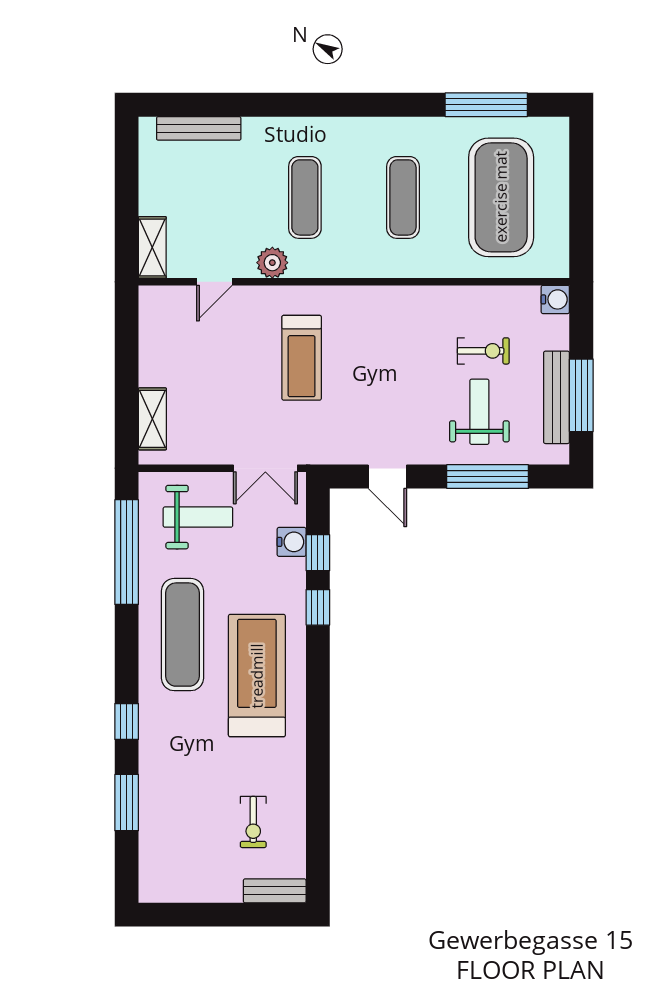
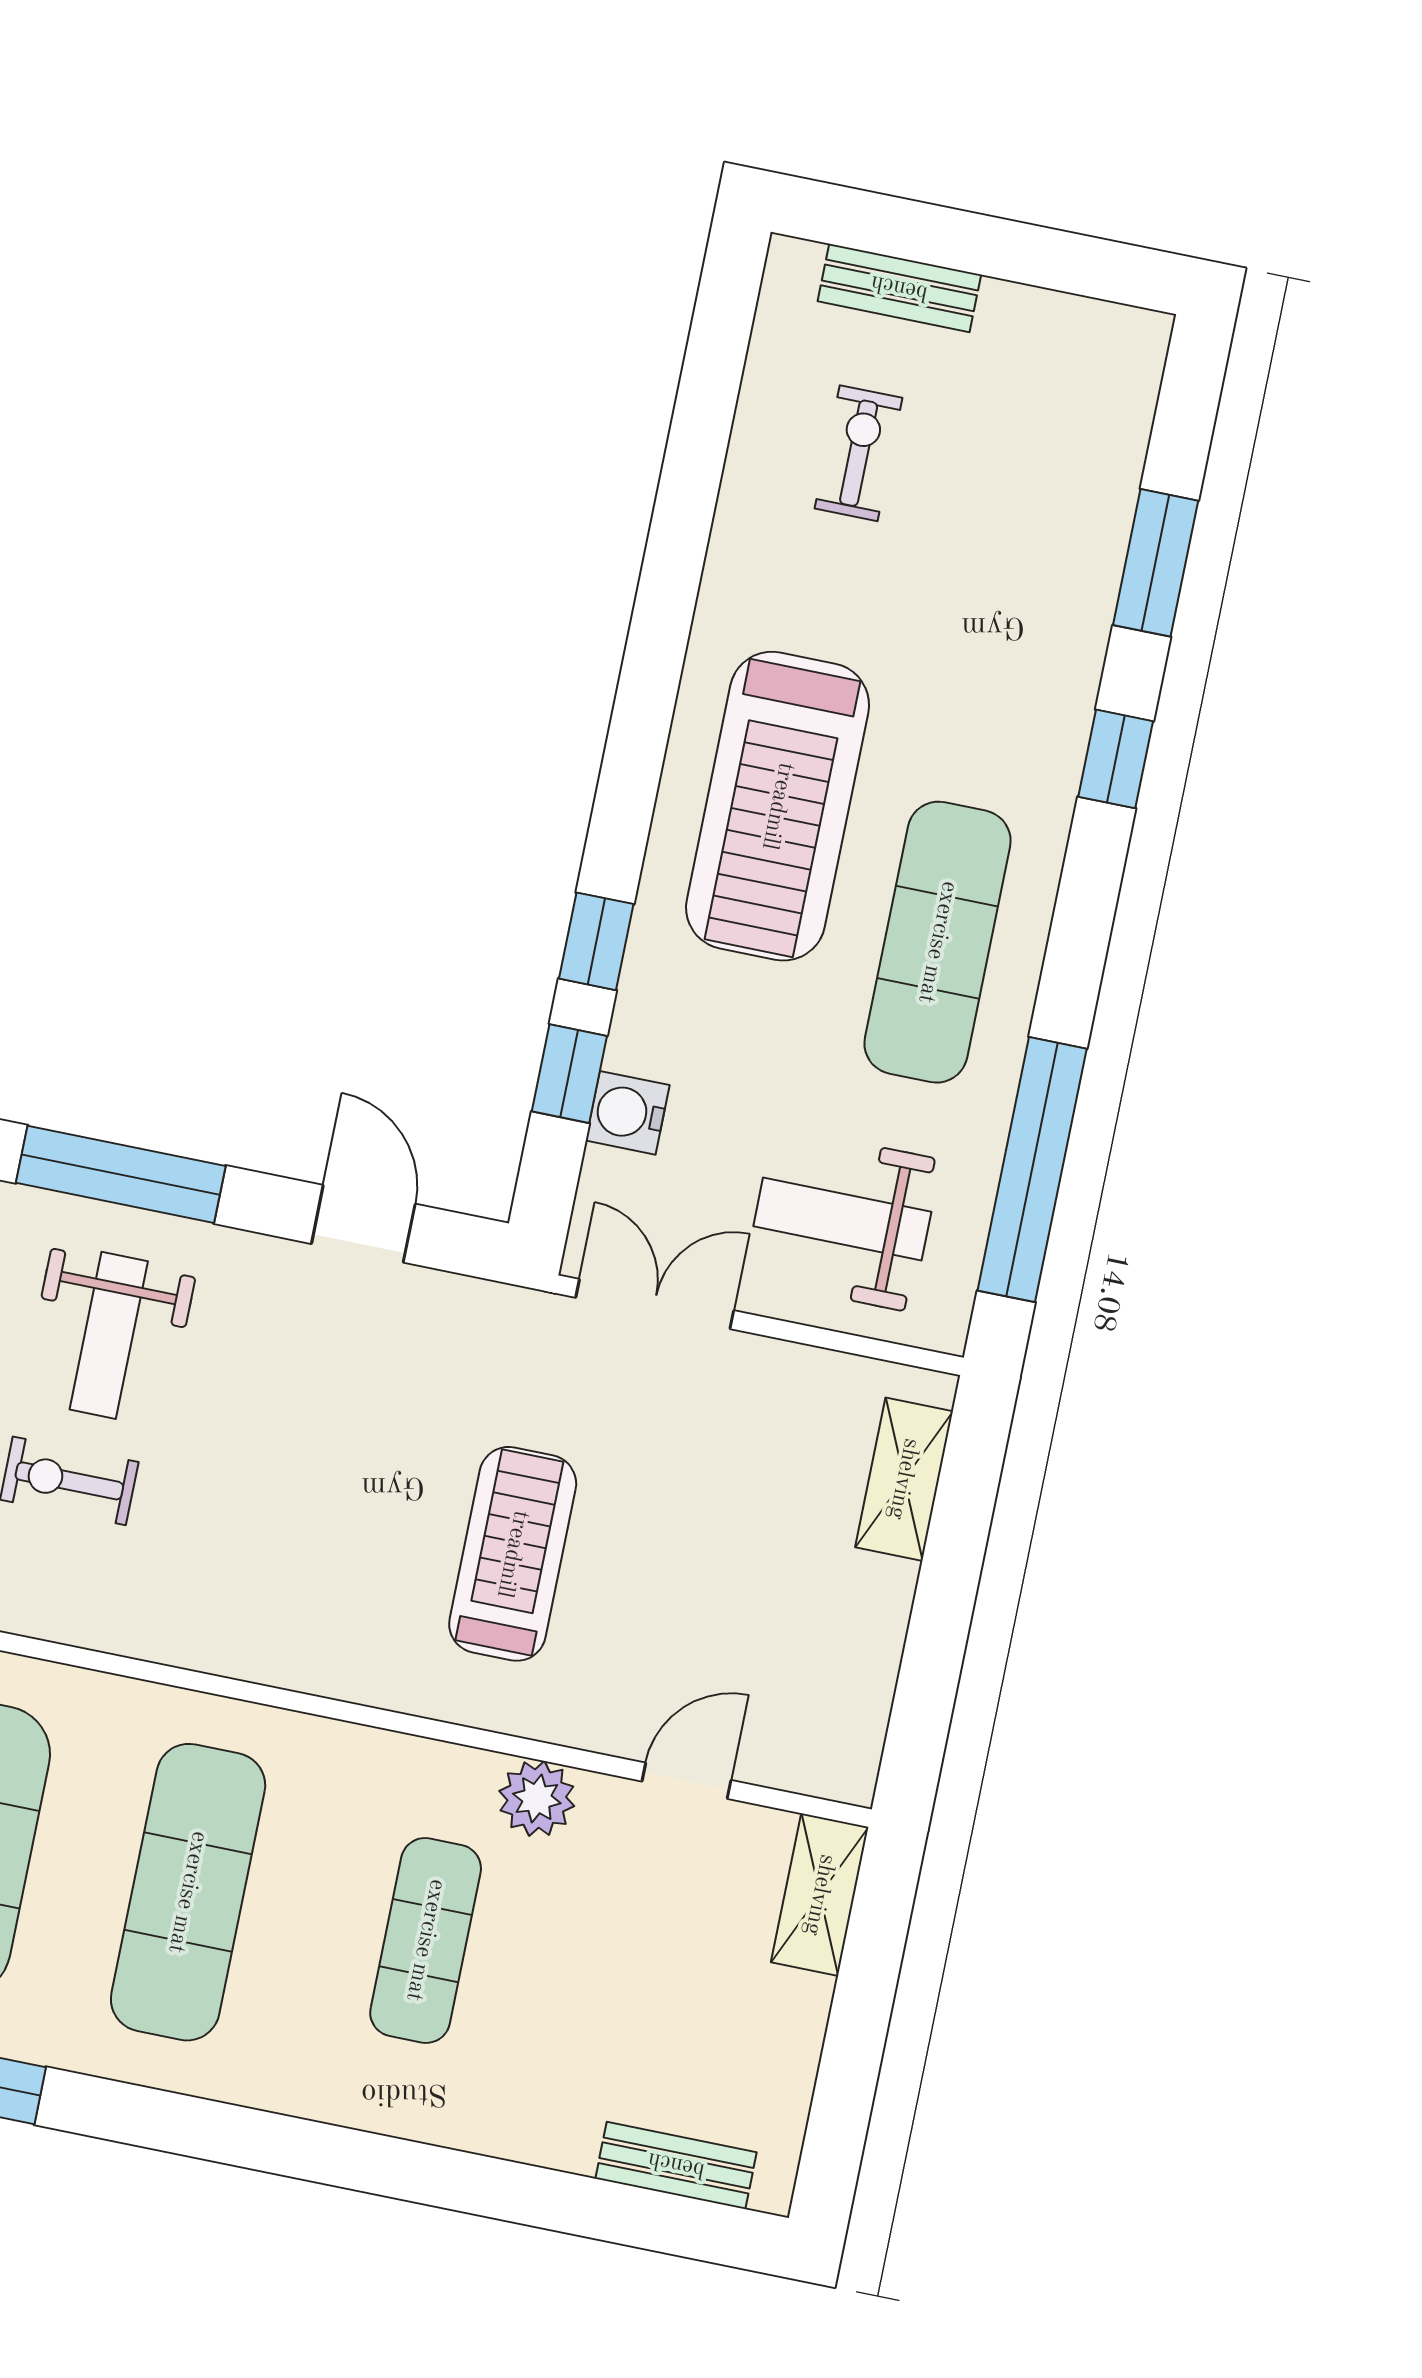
bench: (199, 128) -> (676, 2165), width x0.73
exercise mat: (403, 197) -> (188, 1892), width x1.36, depth x1.45
bench: (275, 891) -> (899, 288), moved

